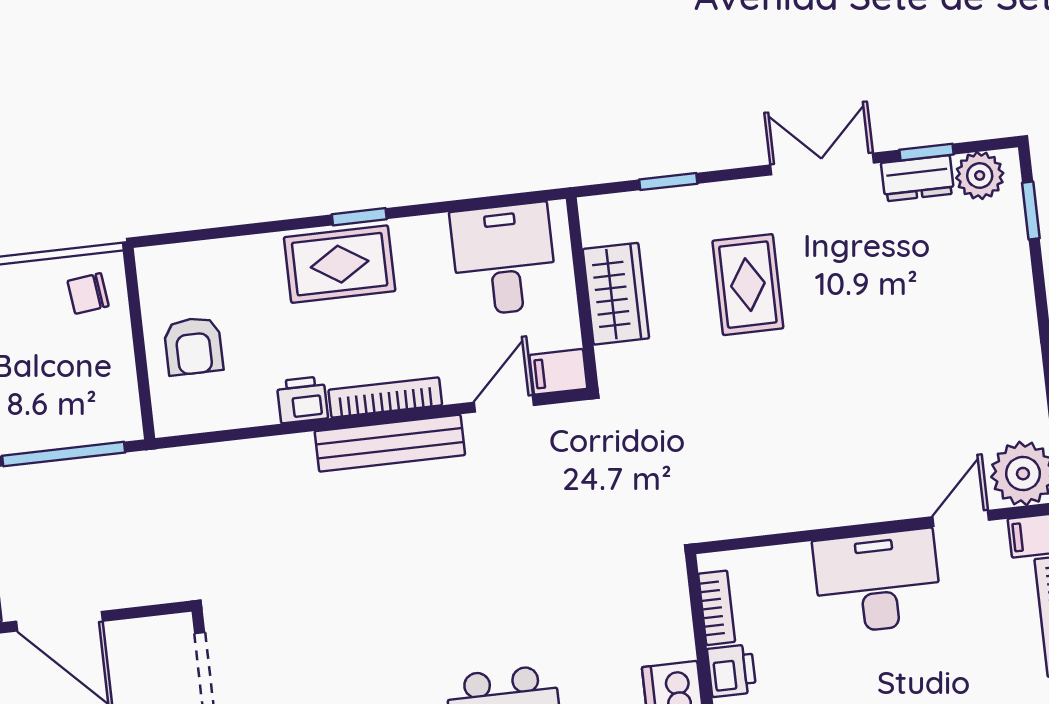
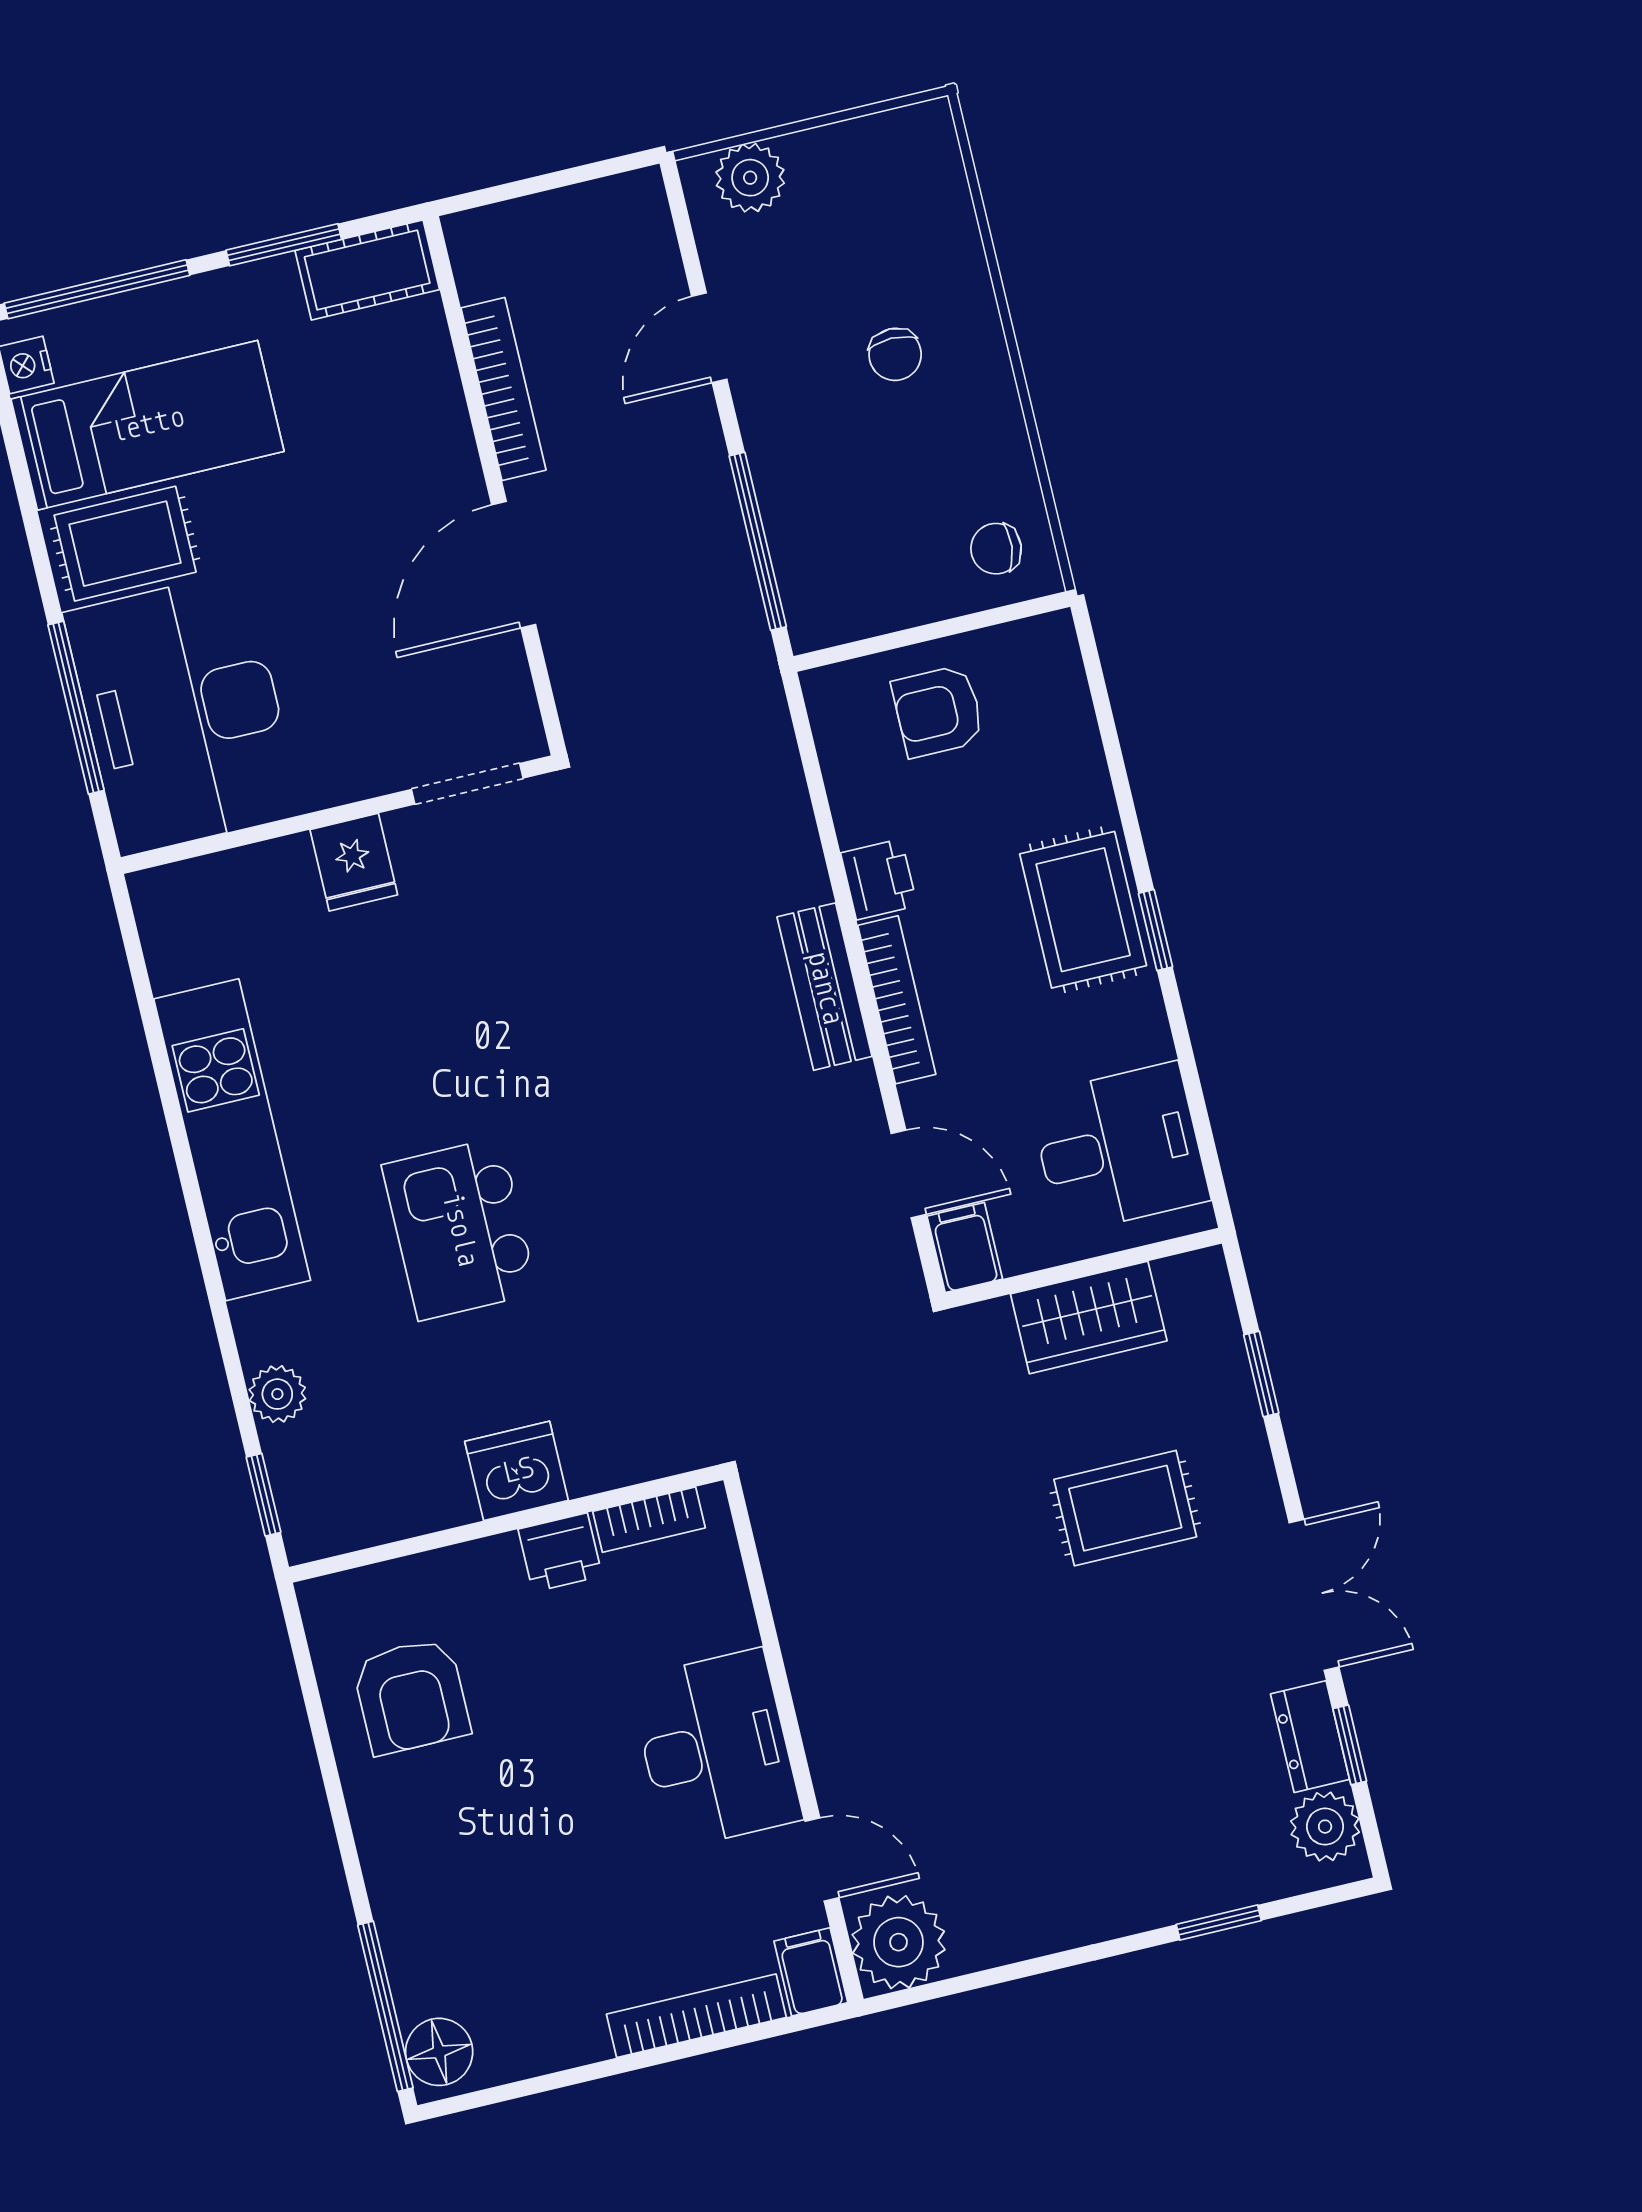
window: (1031, 211) -> (1219, 1923), moved
chair: (88, 293) -> (996, 549), turned -77
bench: (390, 443) -> (825, 987), width x0.73

